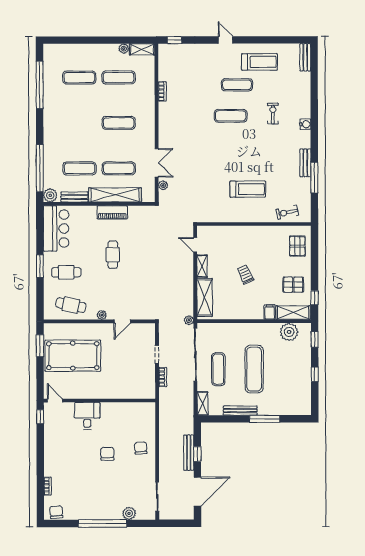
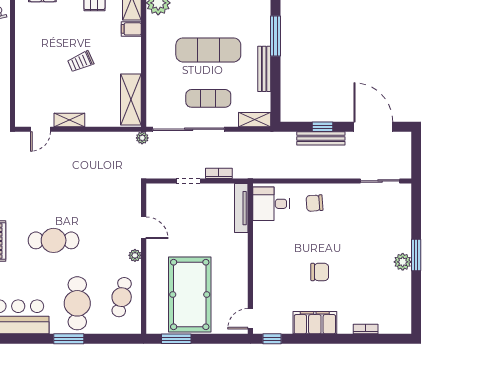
cafe table: (113, 255) -> (54, 240), width x1.37, depth x1.35
cafe table: (66, 272) -> (77, 303), width x1.37, depth x1.35
shelving: (205, 297) -> (131, 100), moved, turned 90
tv unit: (137, 394) -> (241, 208), added
desk: (87, 416) -> (271, 204), moved
filing cabinet: (52, 448) -> (315, 323), added
chair: (107, 454) -> (320, 272), moved, turned 180
chair: (56, 512) -> (401, 317), removed
plant: (129, 513) -> (403, 262), moved
window: (102, 523) -> (416, 255), width x0.47

